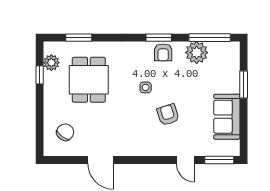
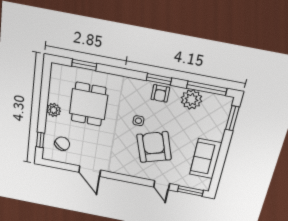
plant: (51, 63) -> (54, 110), moved
window: (40, 75) -> (40, 140), moved
window: (244, 85) -> (232, 118), moved
armchair: (168, 115) -> (154, 147), width x1.88, depth x1.88

